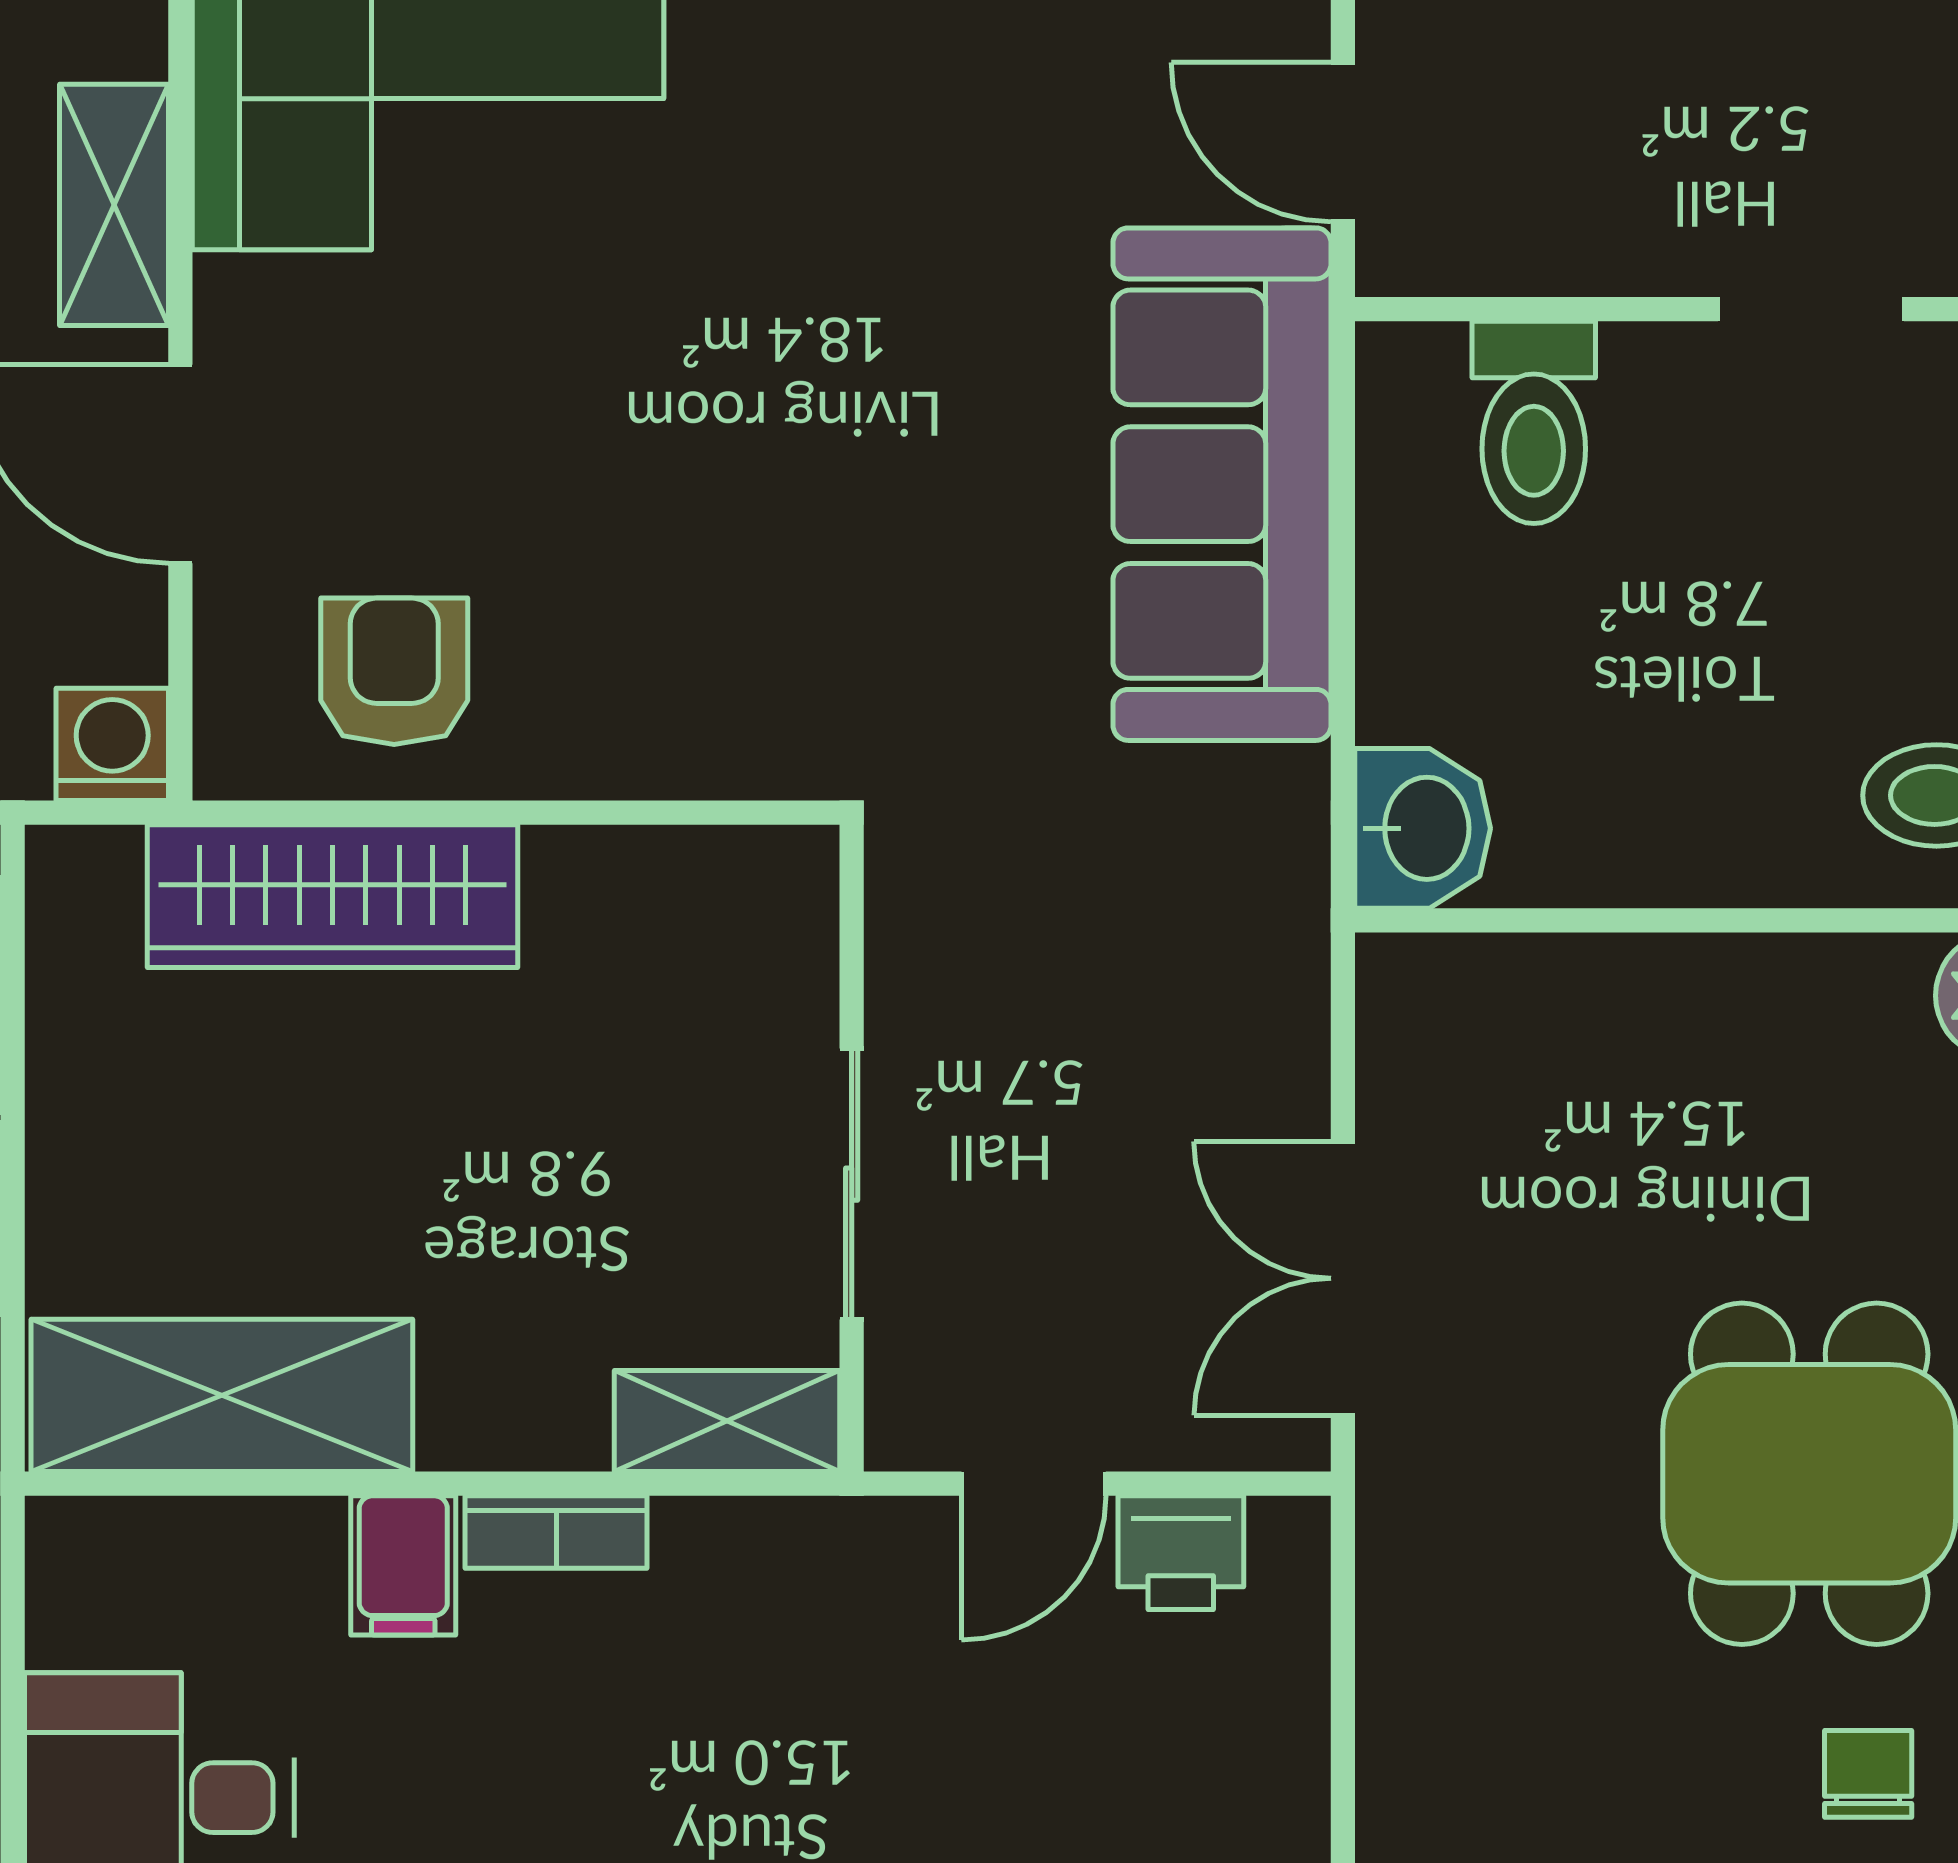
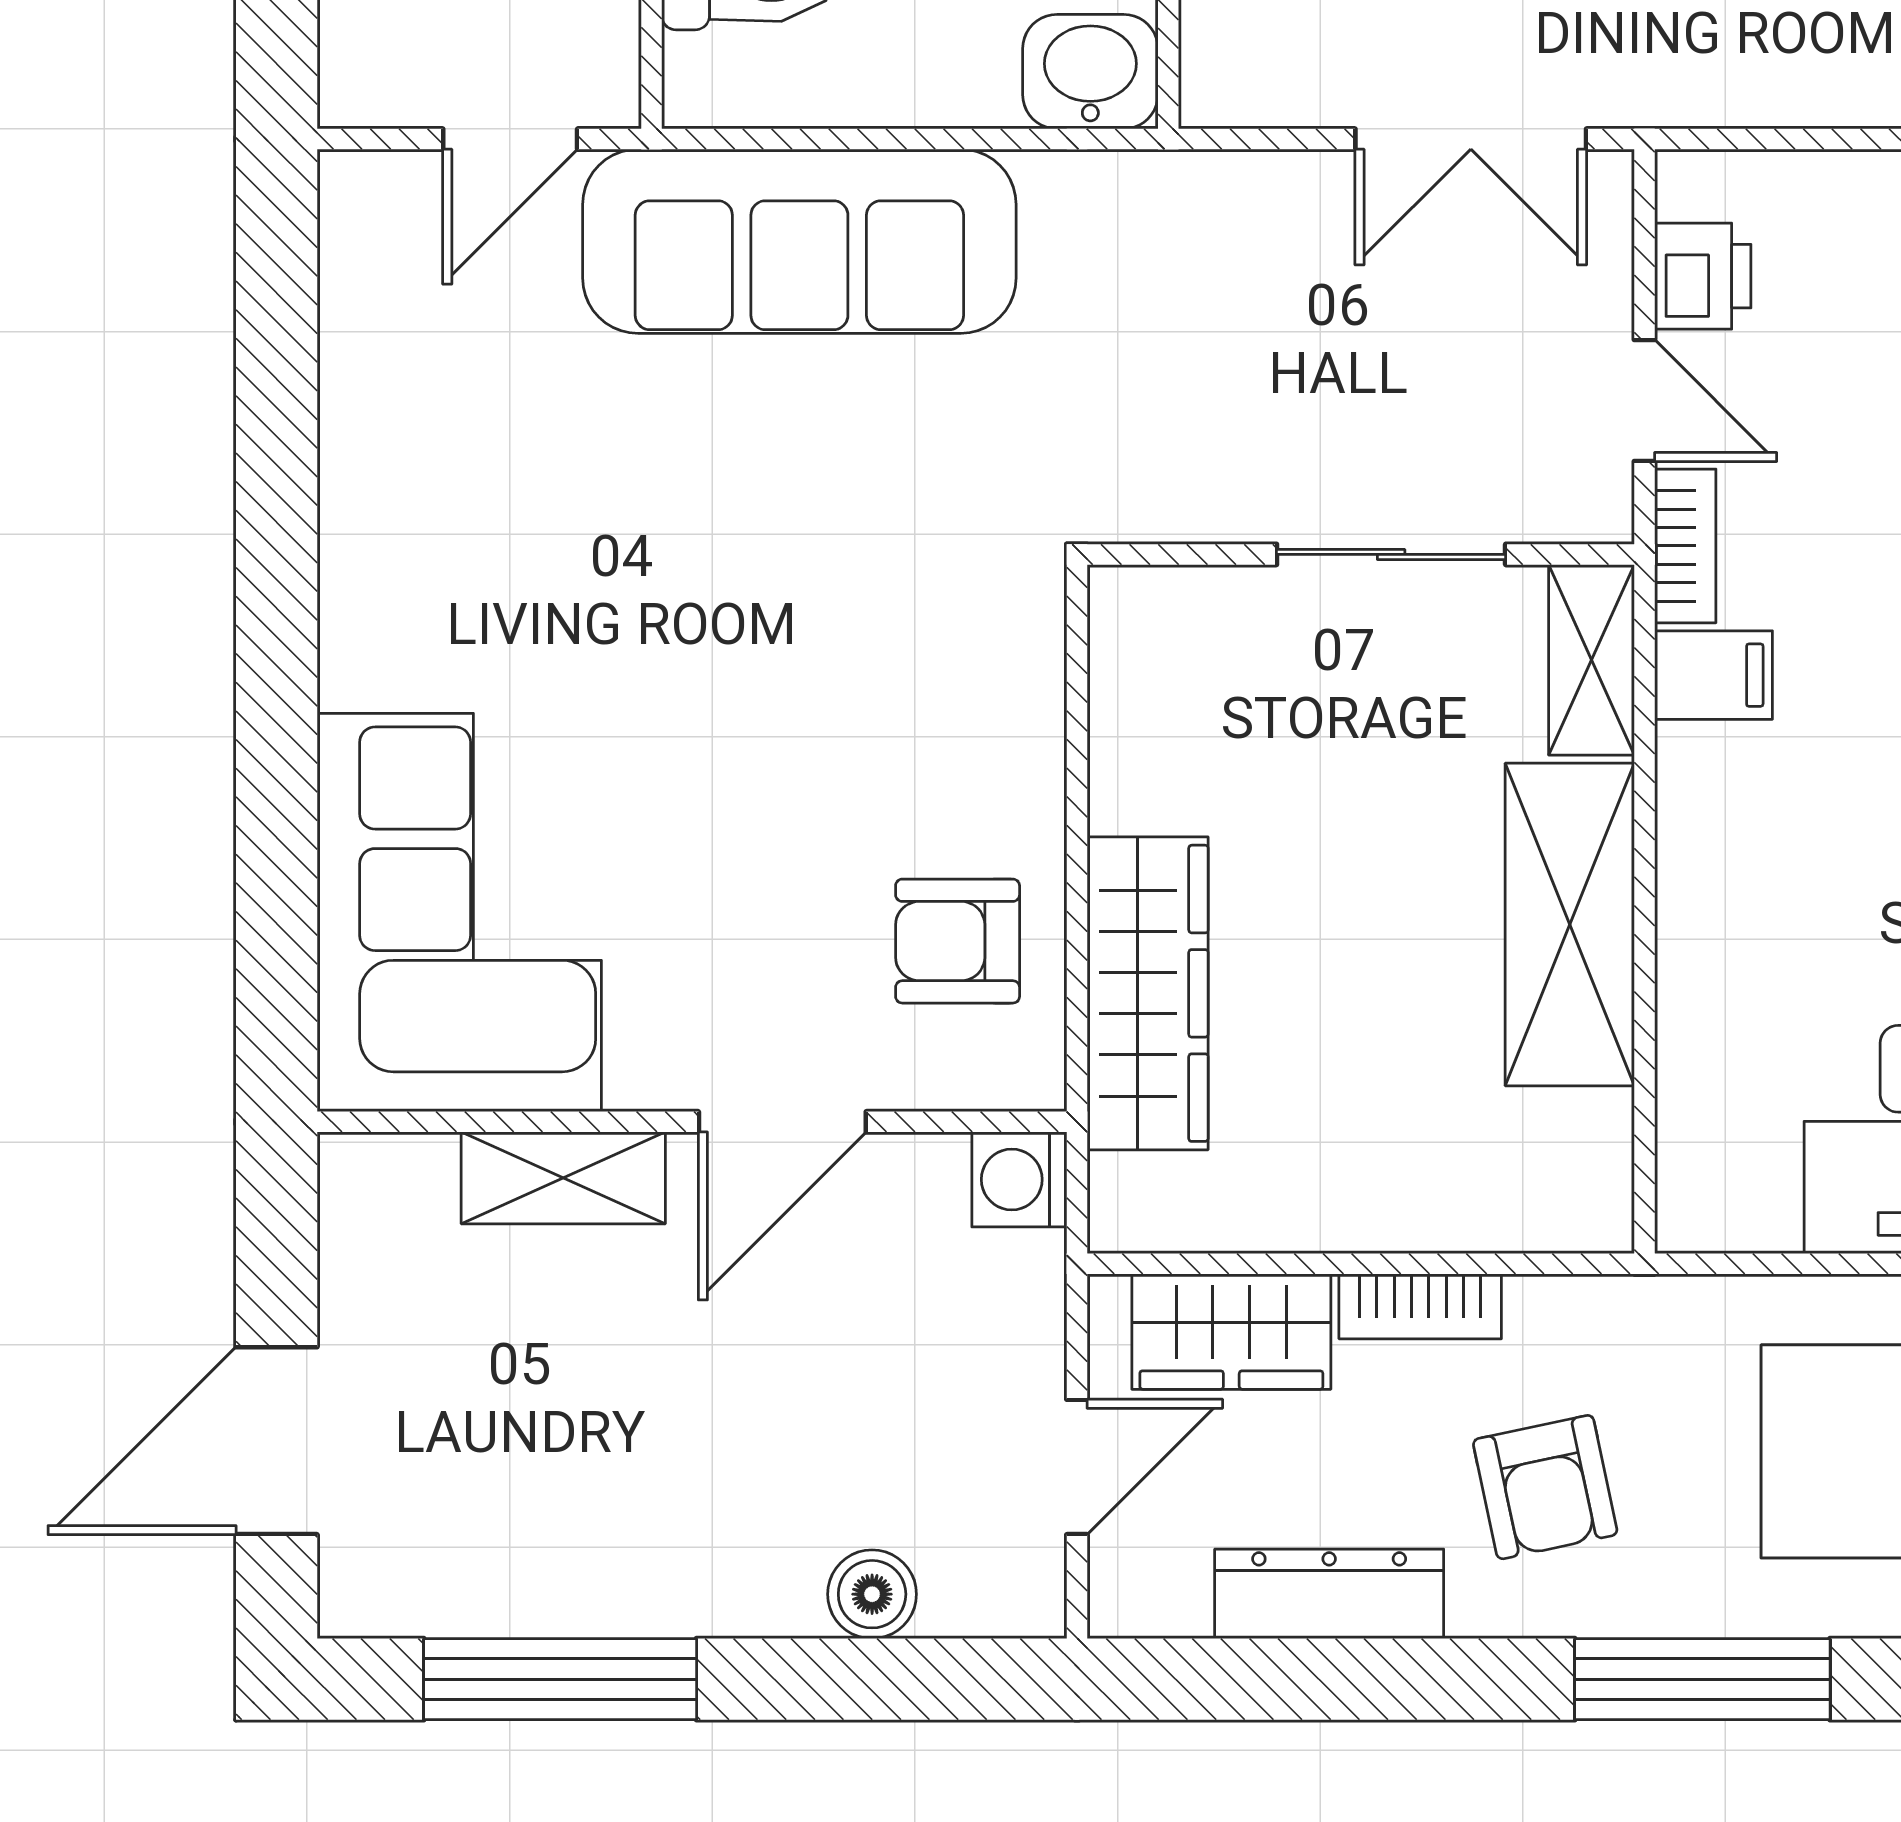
shelving: (222, 1395) -> (1570, 924), moved
bookcase: (556, 1532) -> (1685, 546), moved
filing cabinet: (403, 1565) -> (1713, 675), moved

